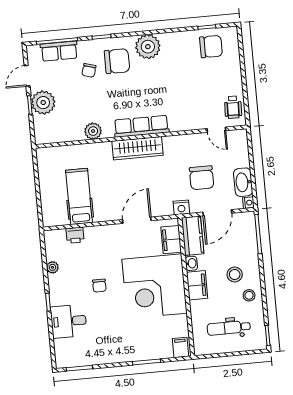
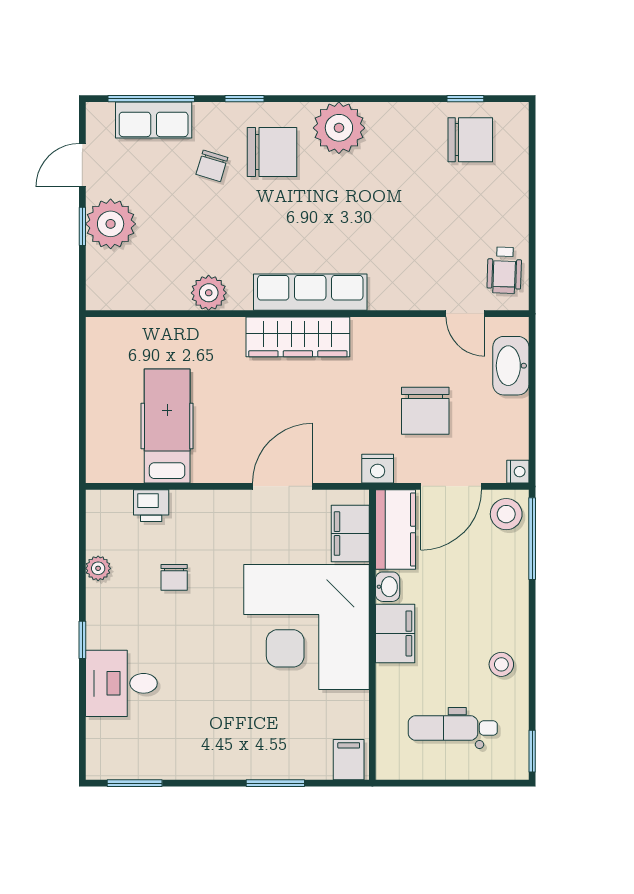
washbasin: (243, 182) -> (511, 366), moved
stool: (235, 275) -> (506, 514), moved
chair: (99, 286) -> (174, 577), moved

